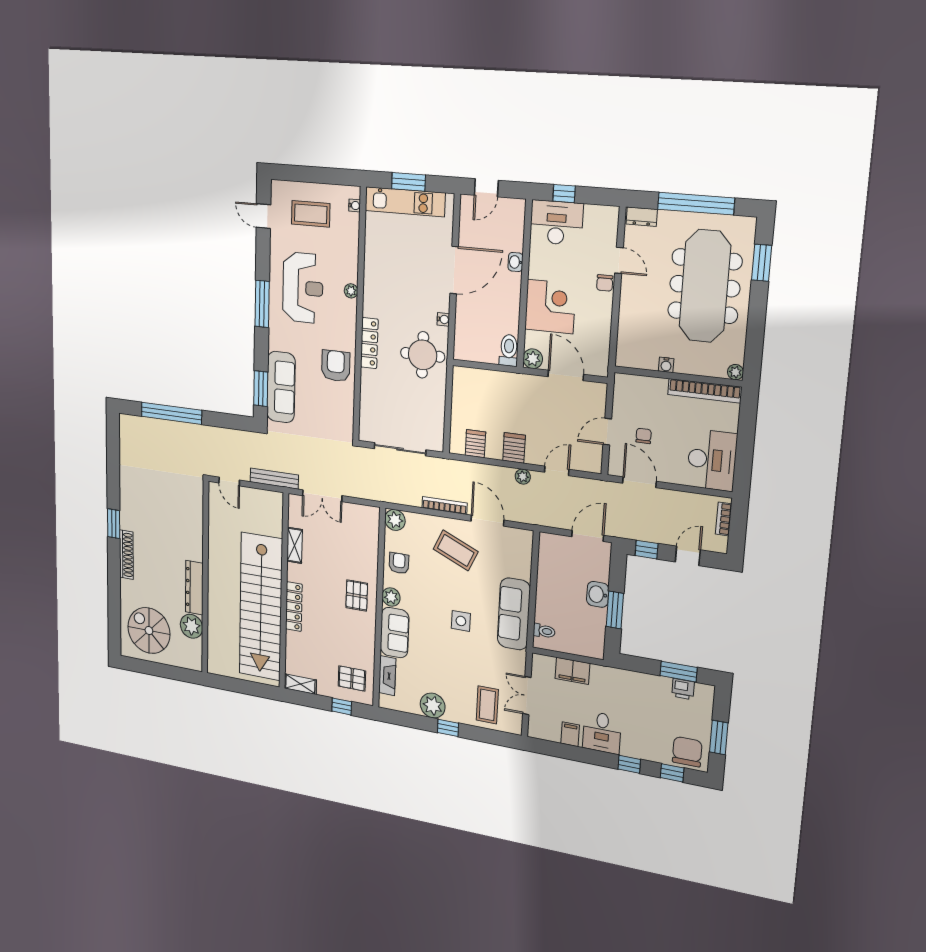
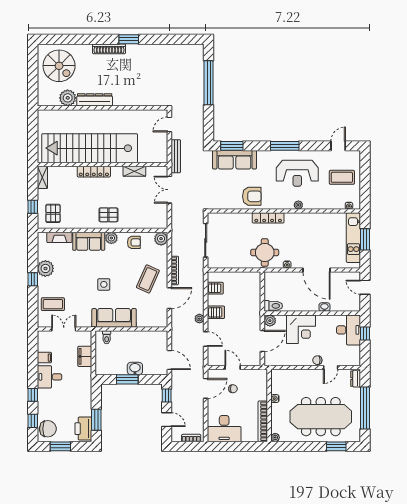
coffee table: (311, 214) -> (342, 177), turned 90
spiral stairs: (149, 631) -> (59, 66), turned 90
printer: (683, 689) -> (83, 429), width x1.87, depth x1.48

